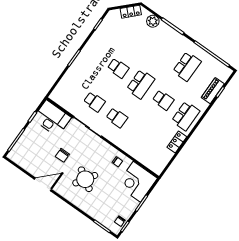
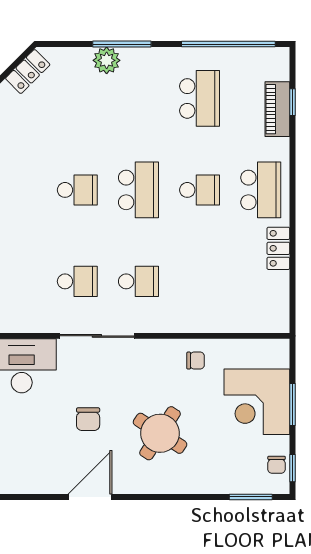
plant: (153, 21) -> (107, 60), moved
corner desk: (137, 182) -> (257, 402), moved

